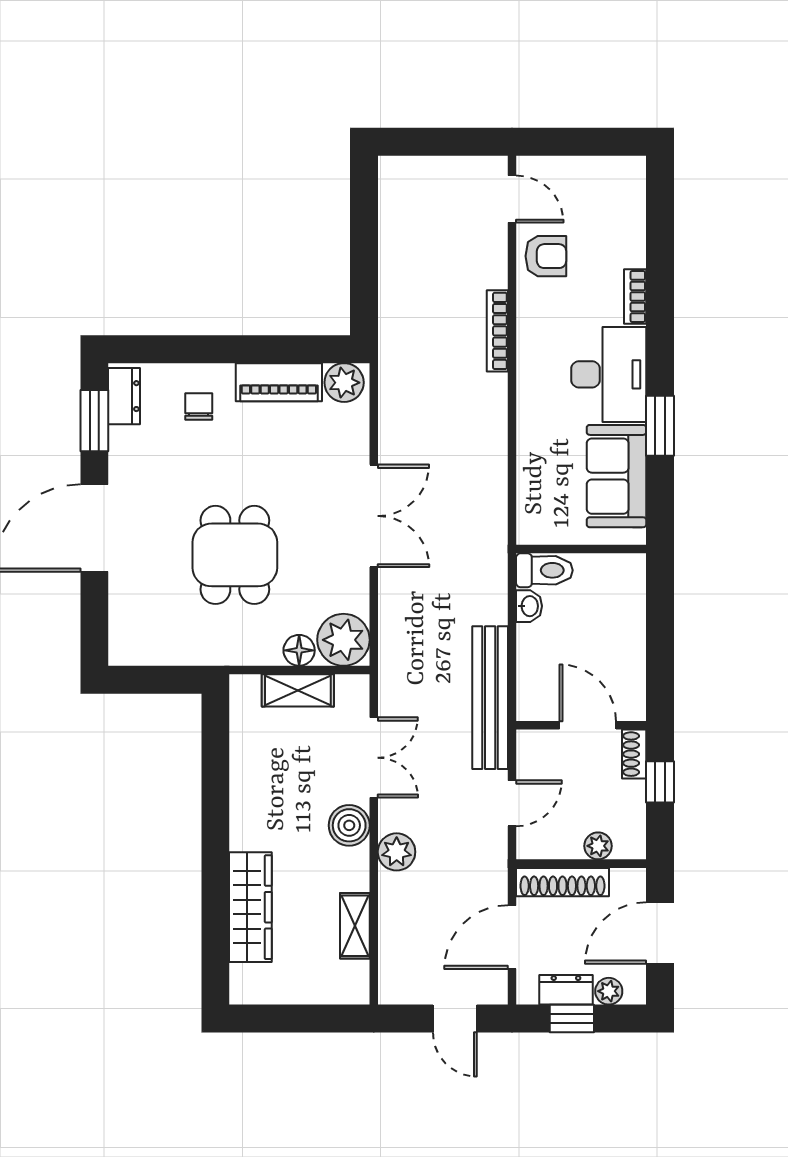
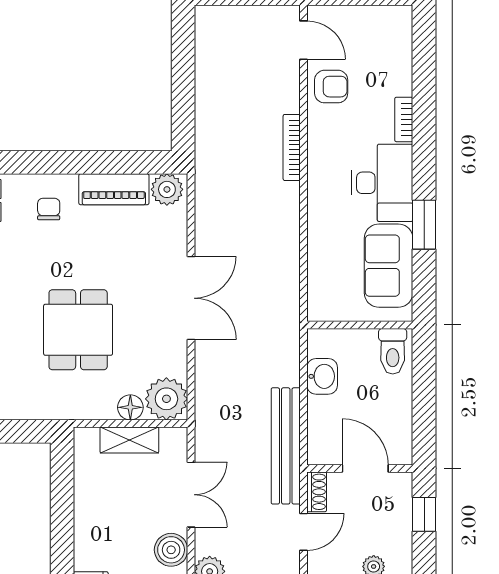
toilet: (544, 570) -> (393, 351), moved, turned 90
washbasin: (529, 606) -> (322, 376), width x1.38, depth x1.45
shoe rack: (634, 754) -> (317, 492), moved, turned 180

